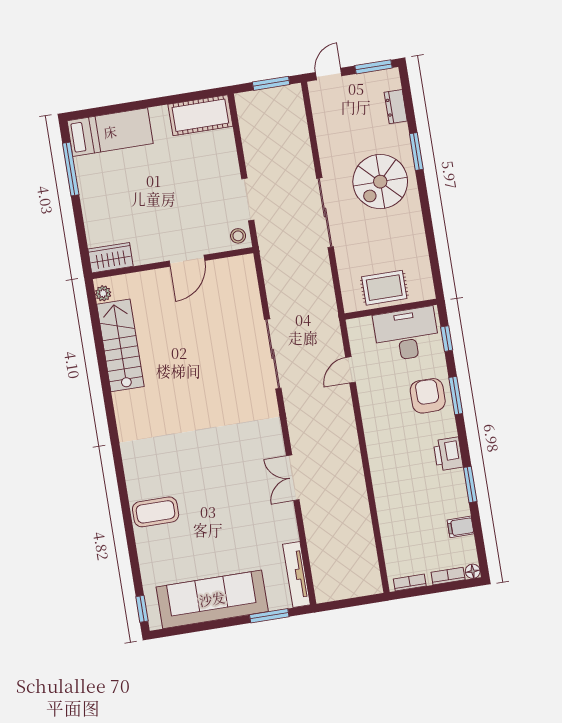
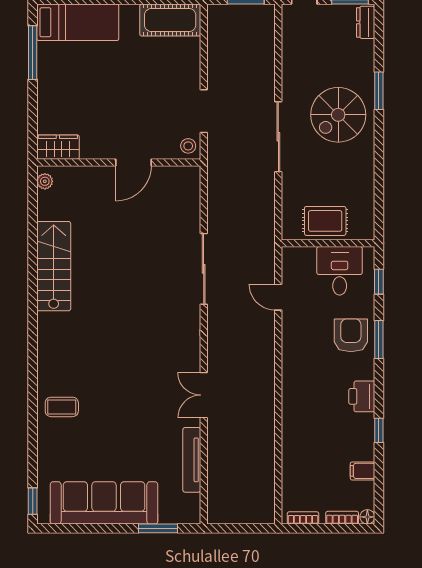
dresser: (396, 107) -> (366, 22), moved
desk: (406, 334) -> (340, 271), width x0.73
stairs: (120, 345) -> (54, 266), moved
door: (350, 370) -> (278, 297), hinge flipped
window: (470, 485) -> (379, 430), width x0.67
coffee table: (156, 512) -> (62, 407), width x0.73, depth x0.77
tv unit: (297, 574) -> (192, 460), moved

